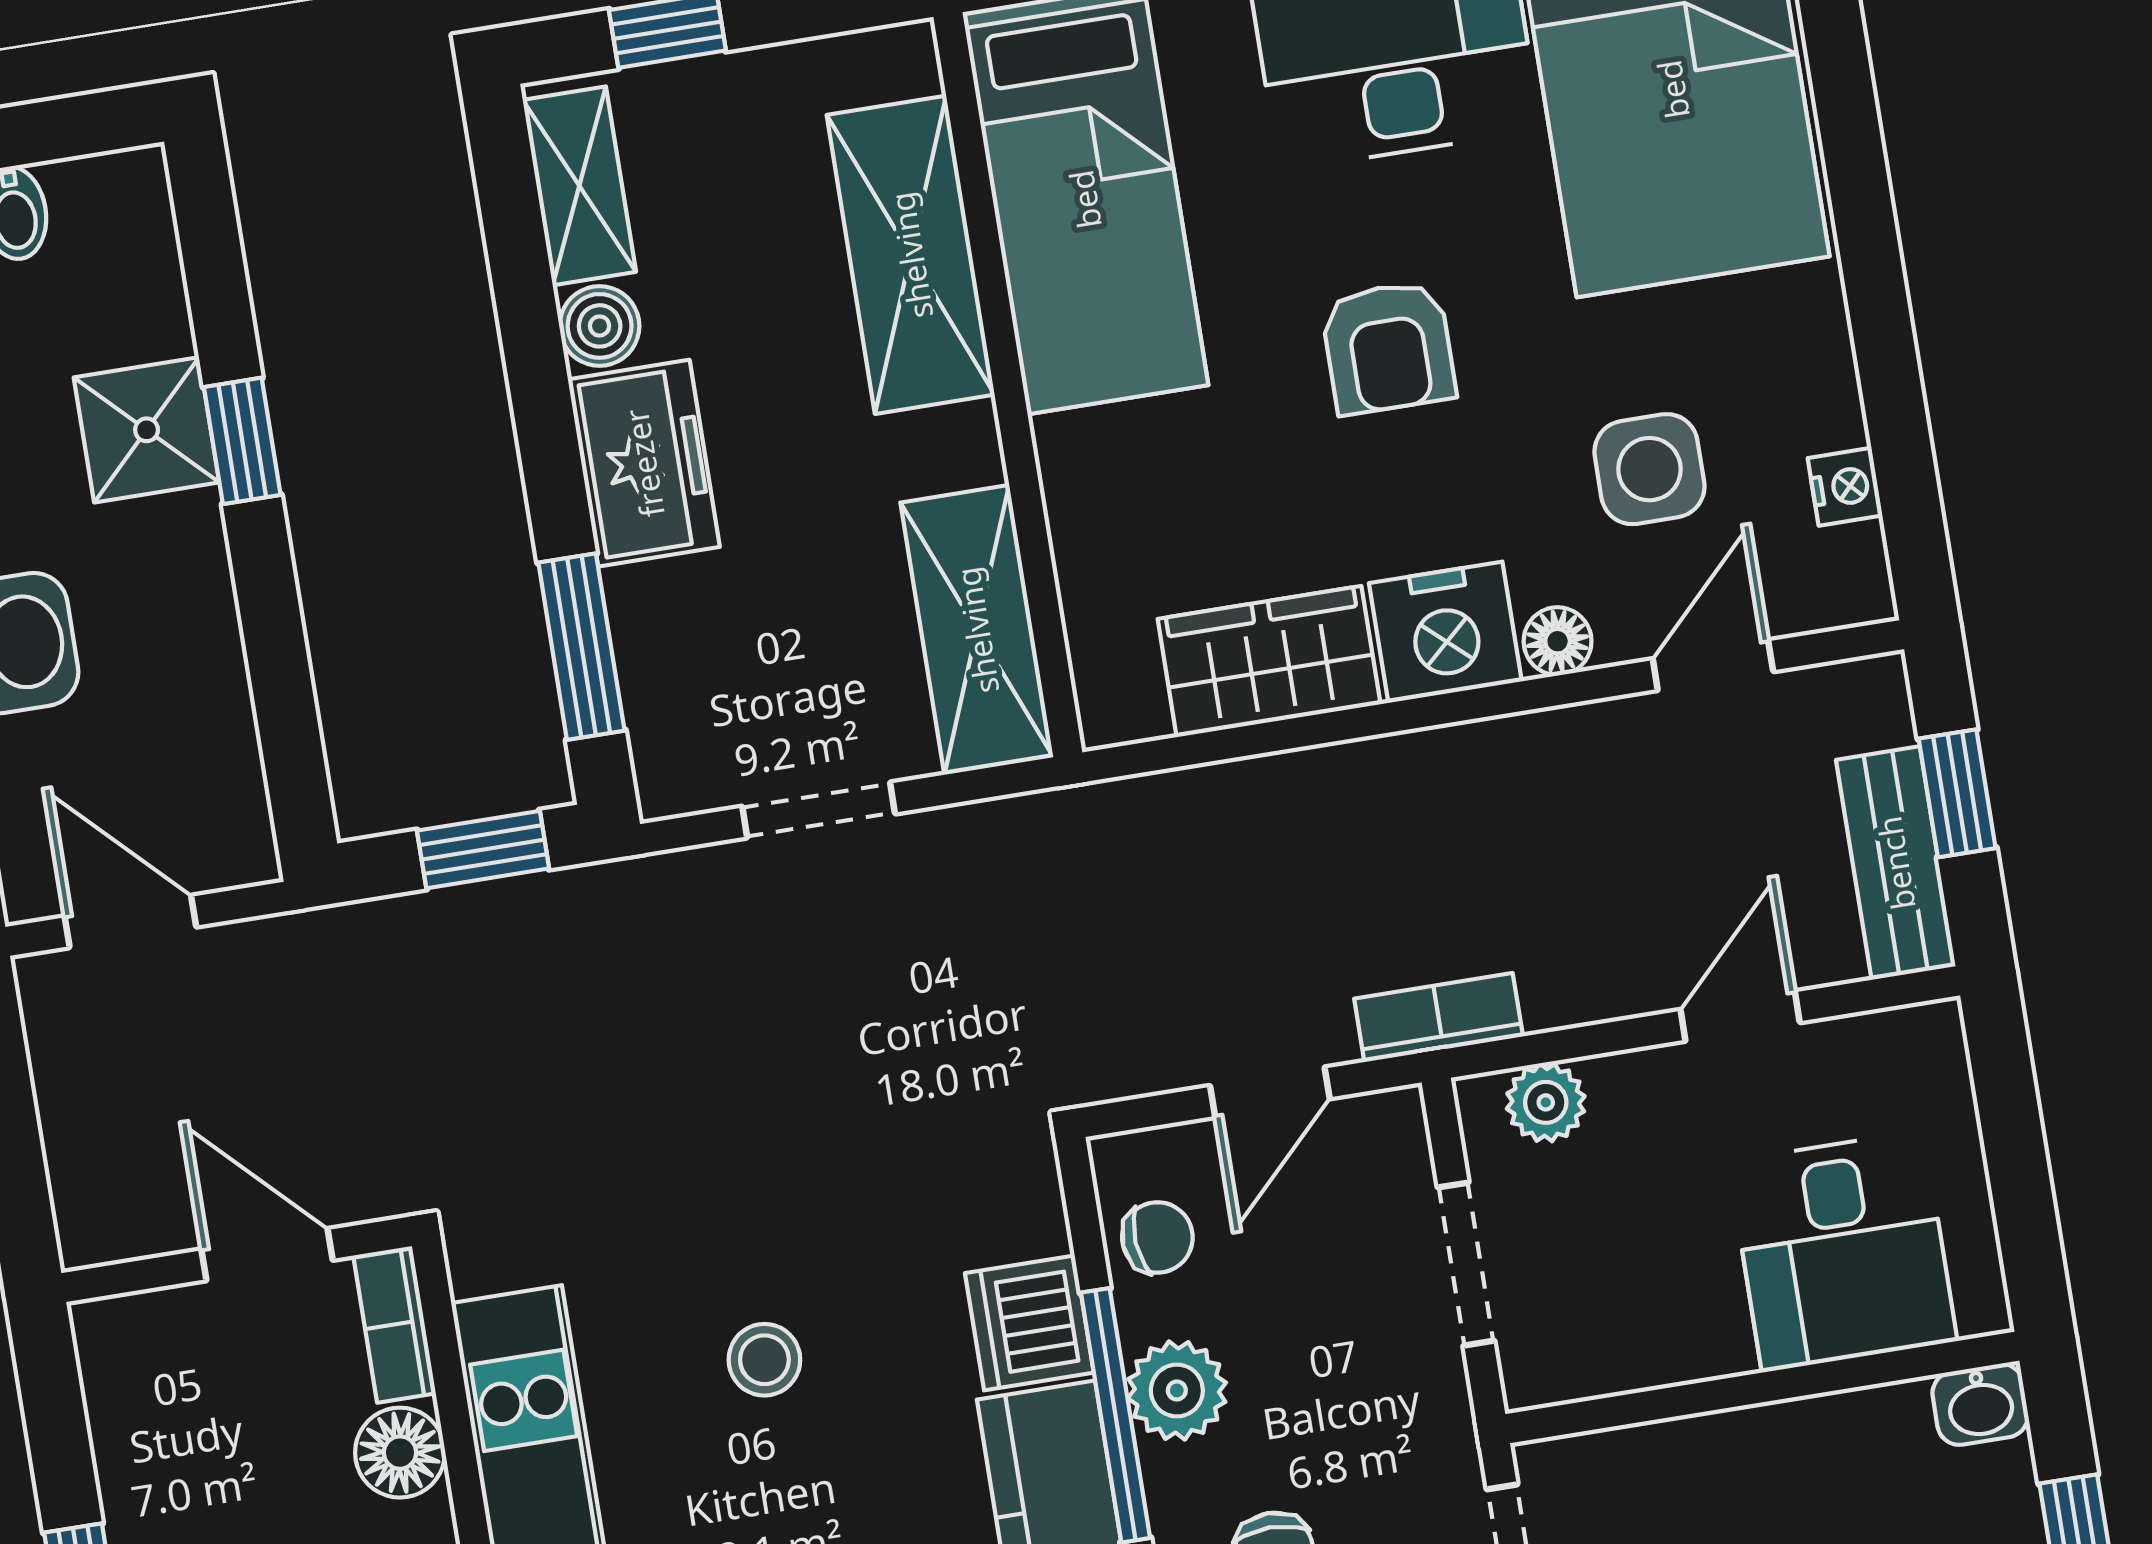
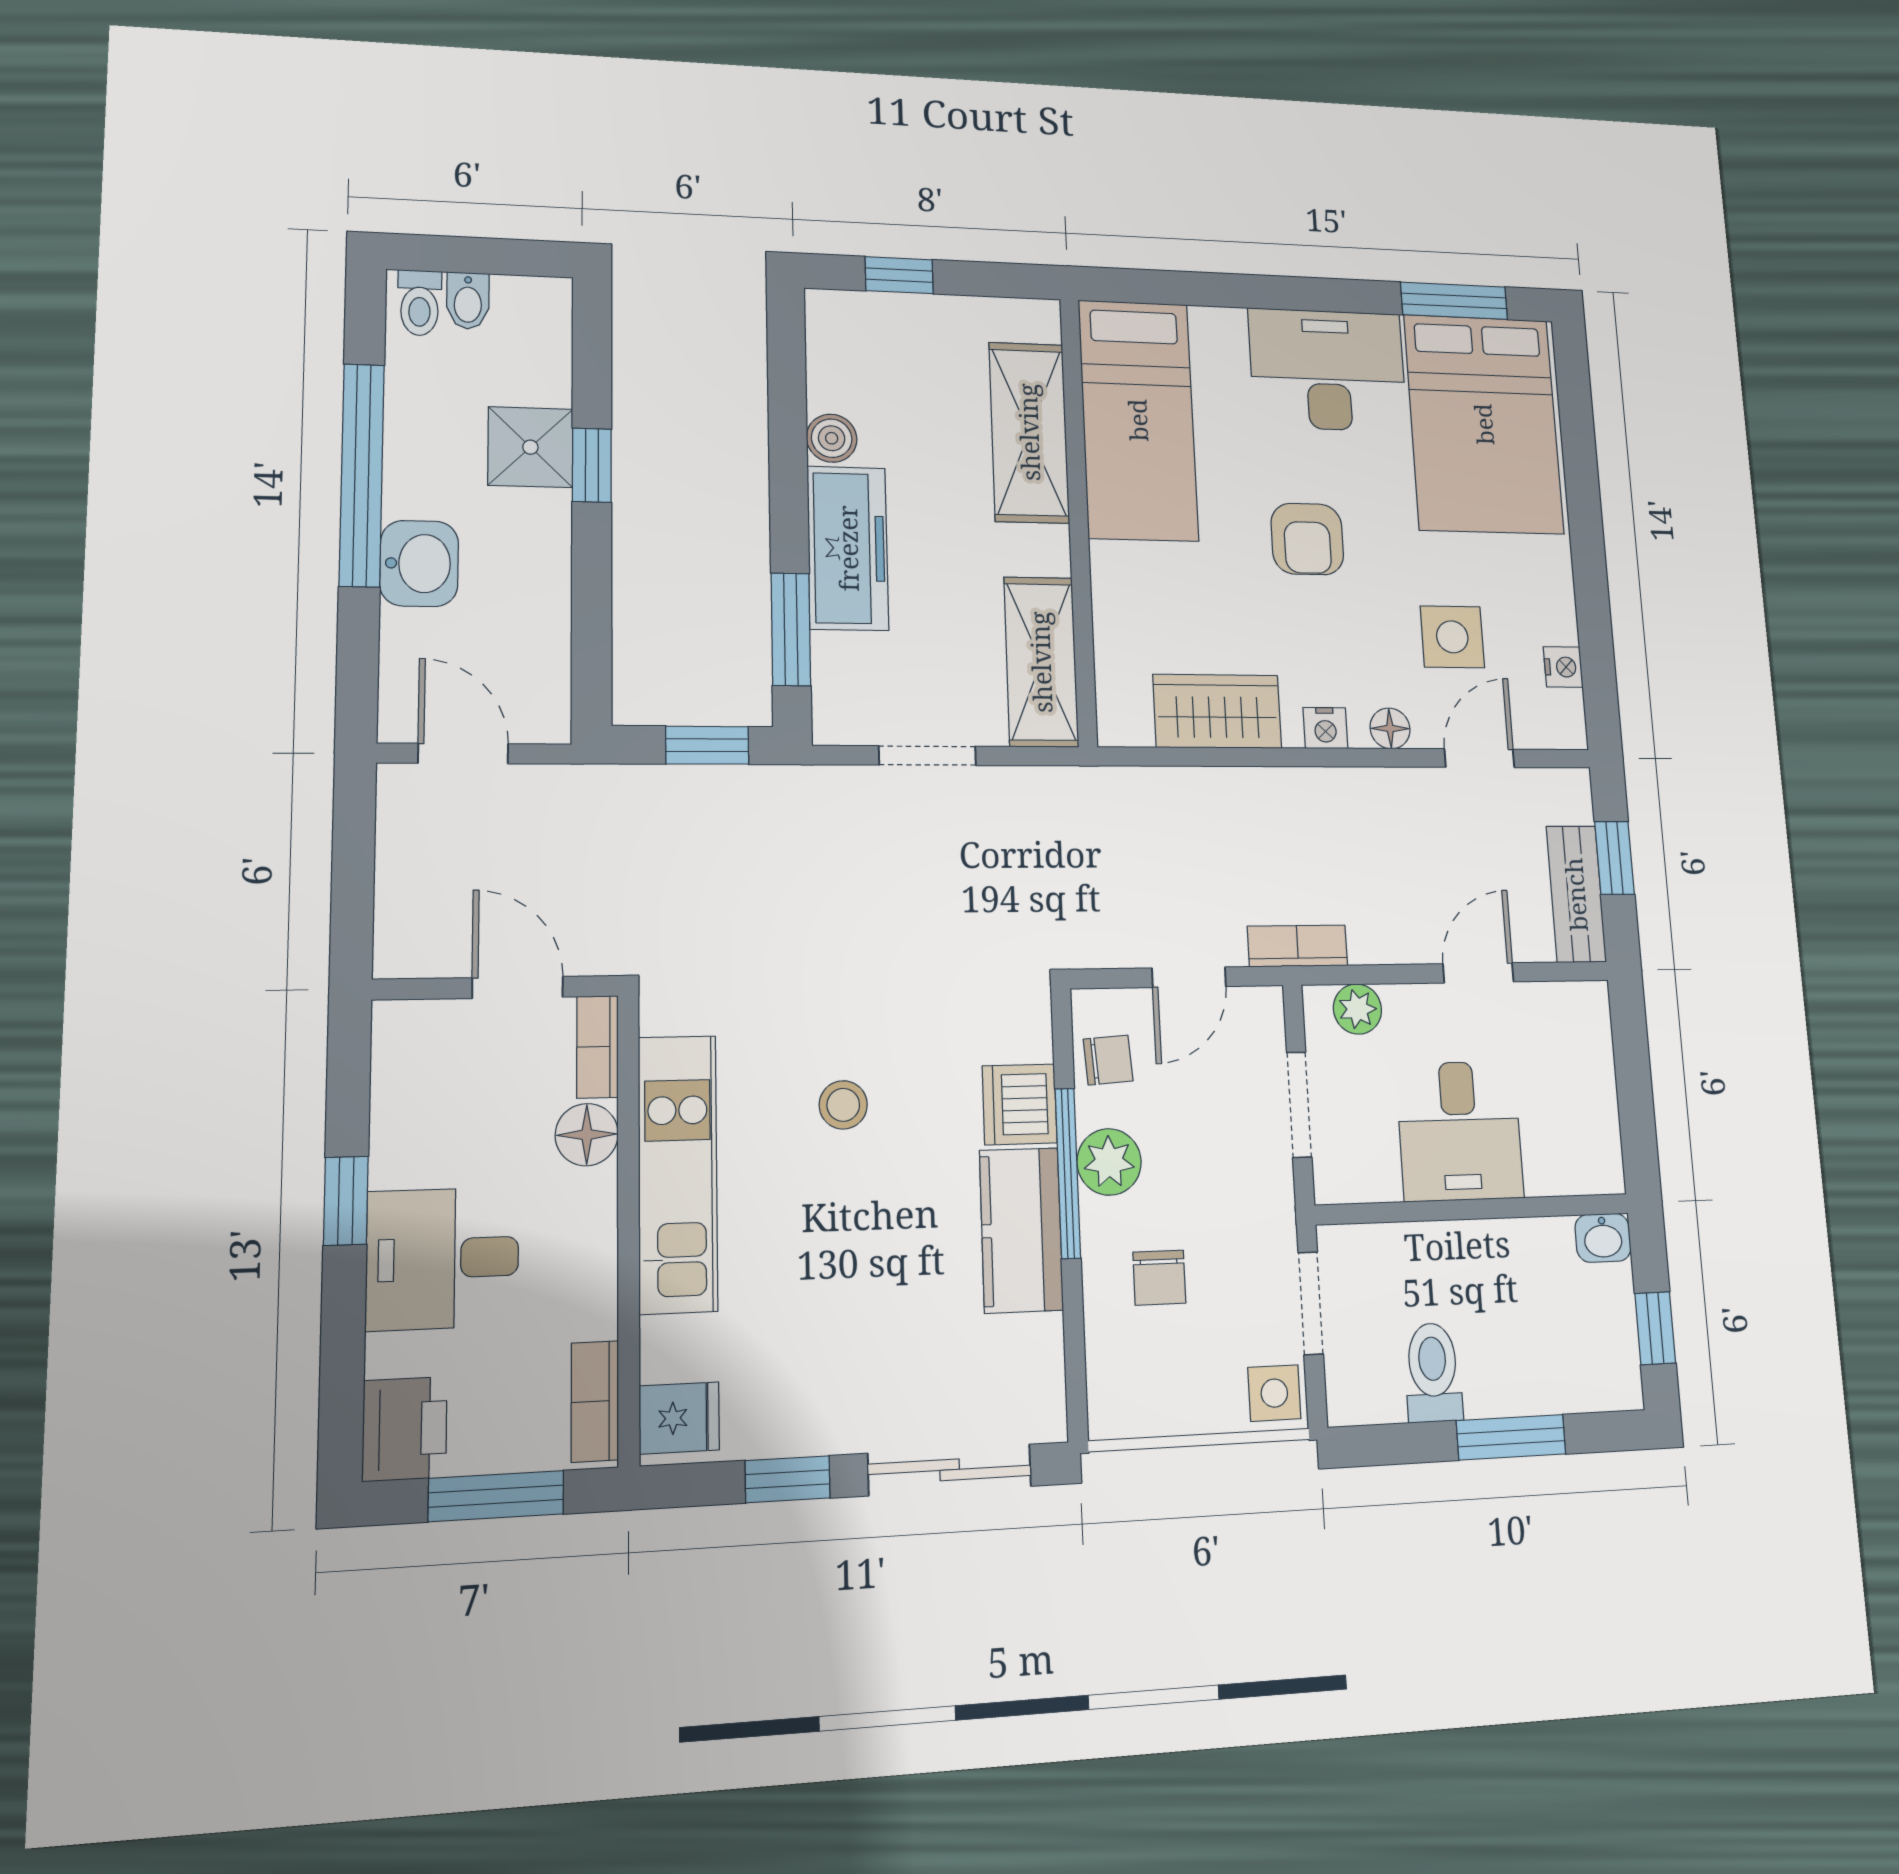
shelving: (579, 186) -> (831, 354), removed
freezer: (644, 463) -> (848, 548), width x1.40
nightstand: (1445, 632) -> (1325, 728), width x0.53, depth x0.56
desk: (1843, 1251) -> (1460, 1131), moved

